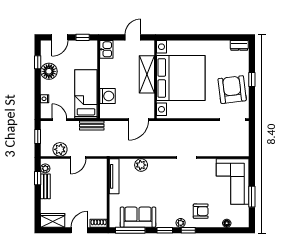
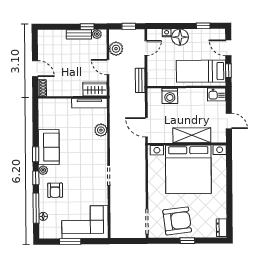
floor lamp: (49, 71) -> (180, 37), moved
bed: (86, 94) -> (201, 71), moved, turned 180
sofa: (138, 217) -> (49, 147), moved
wardrobe: (53, 220) -> (95, 89), moved, turned -90
window: (130, 230) -> (36, 208), moved

